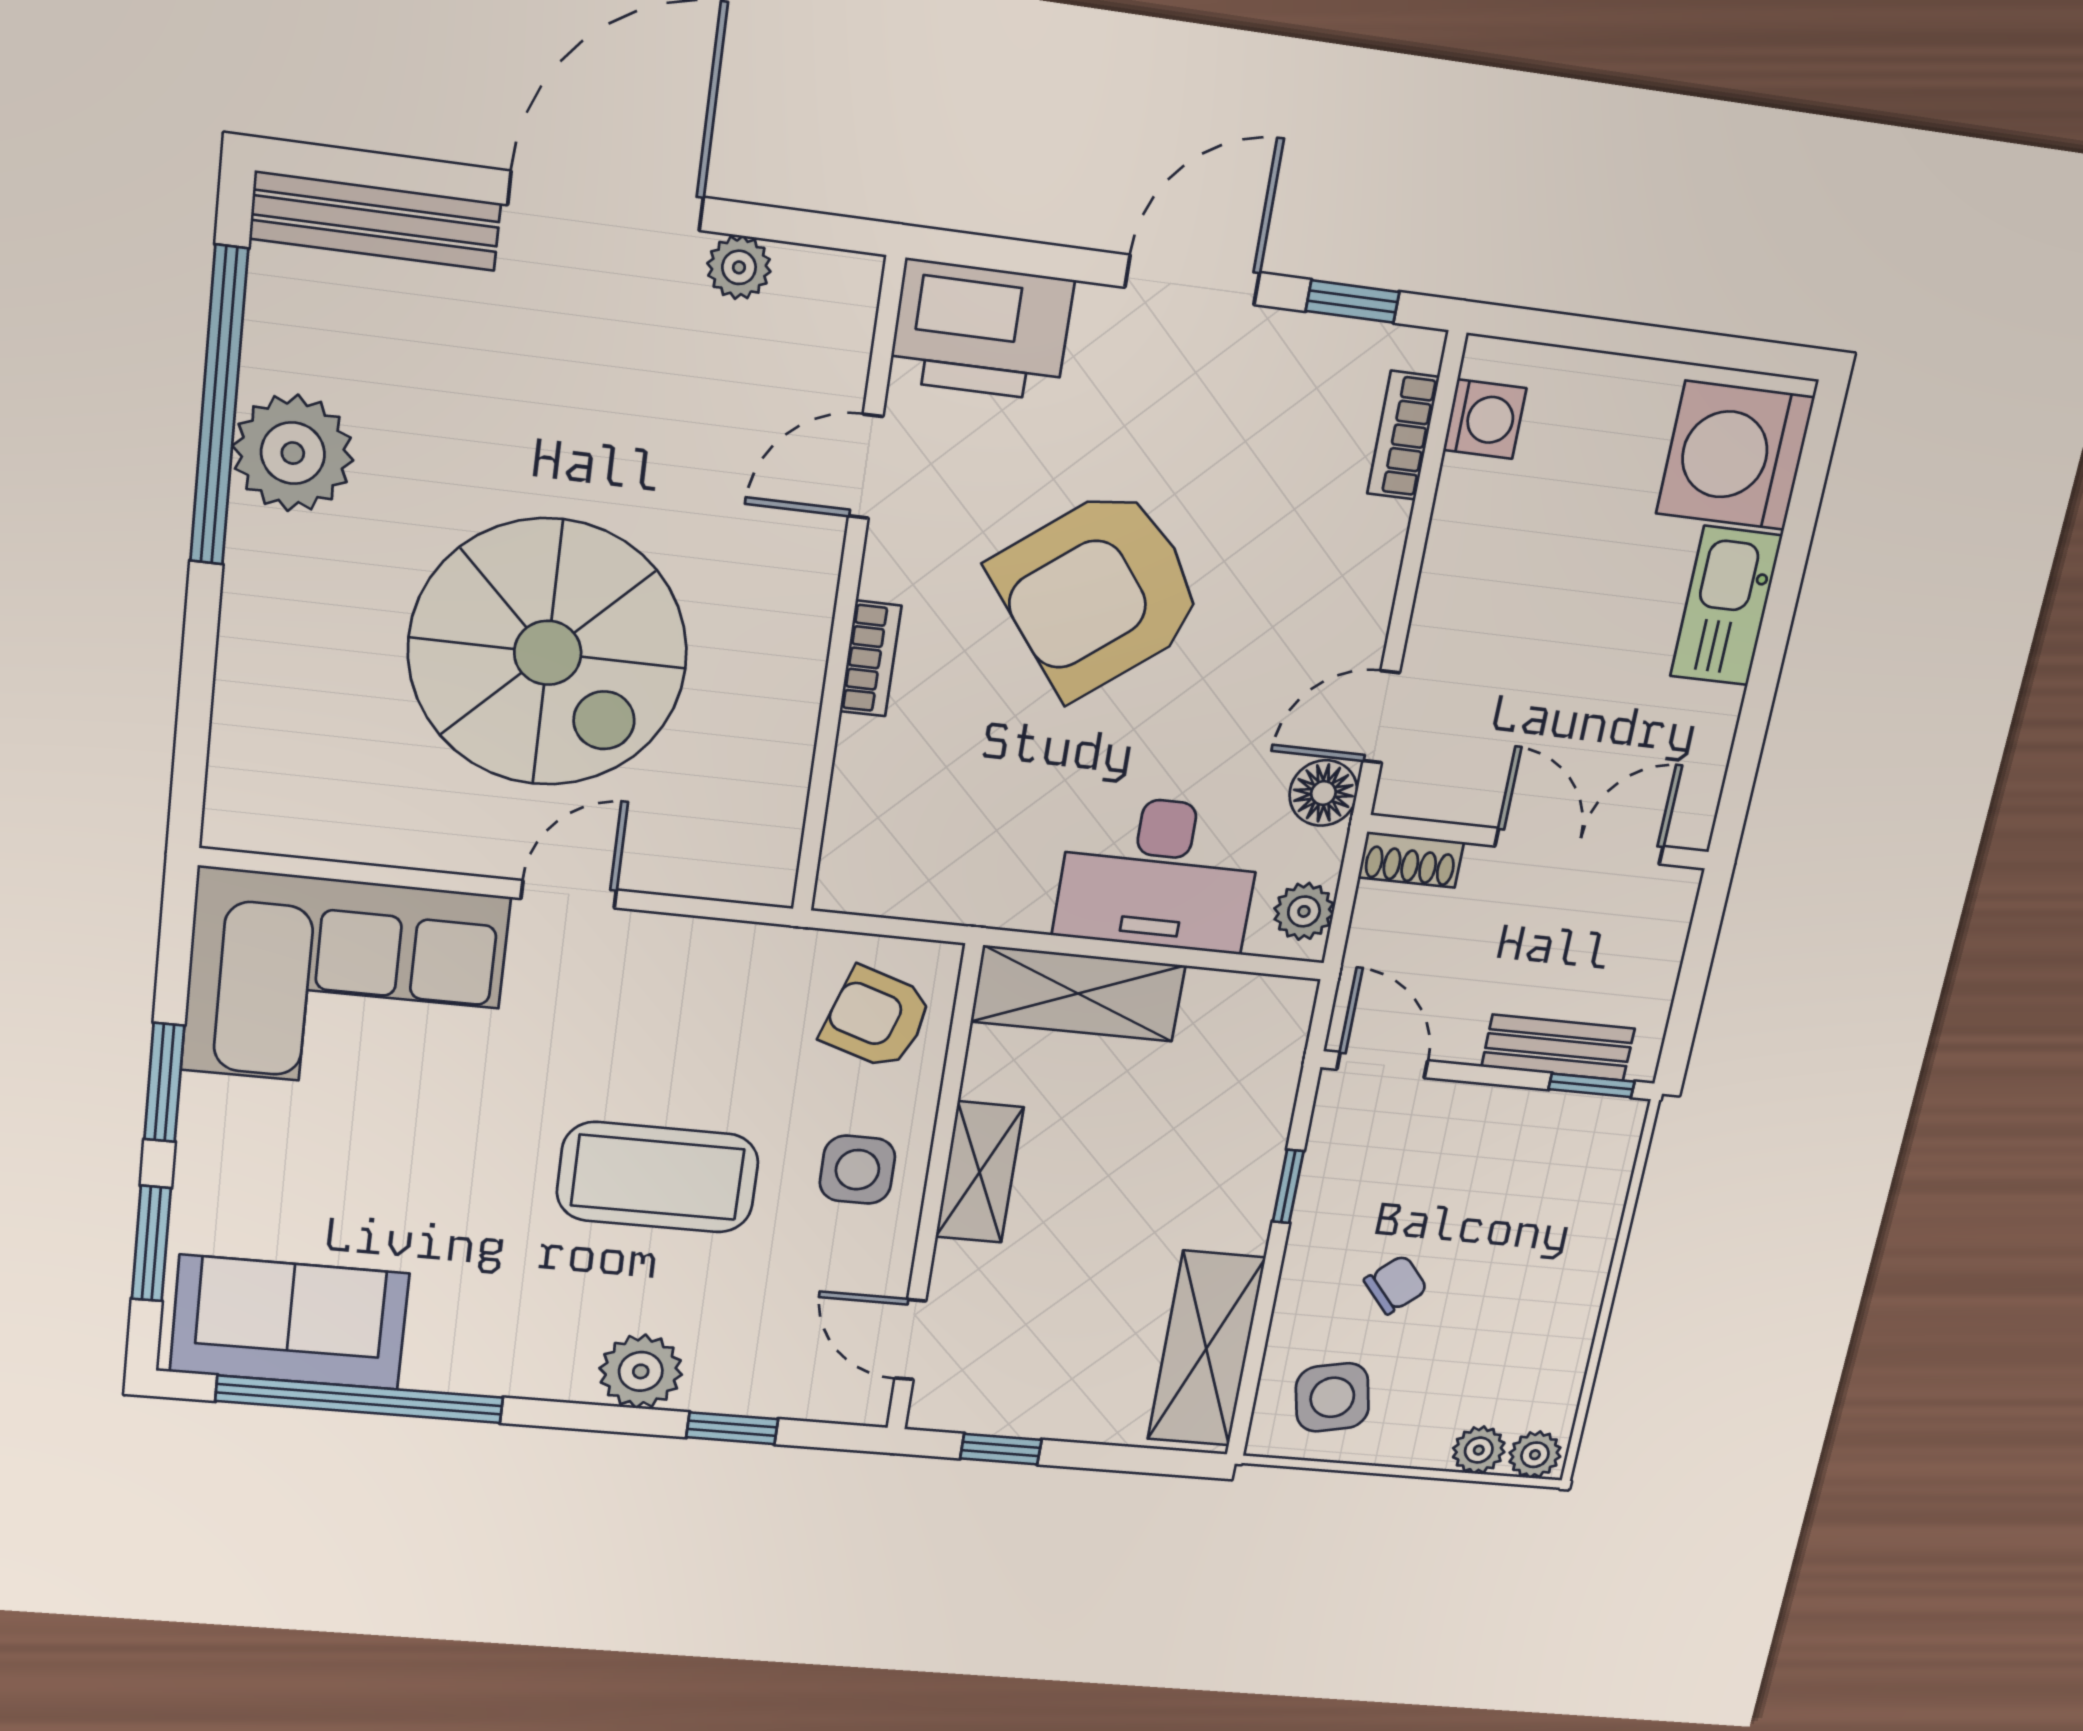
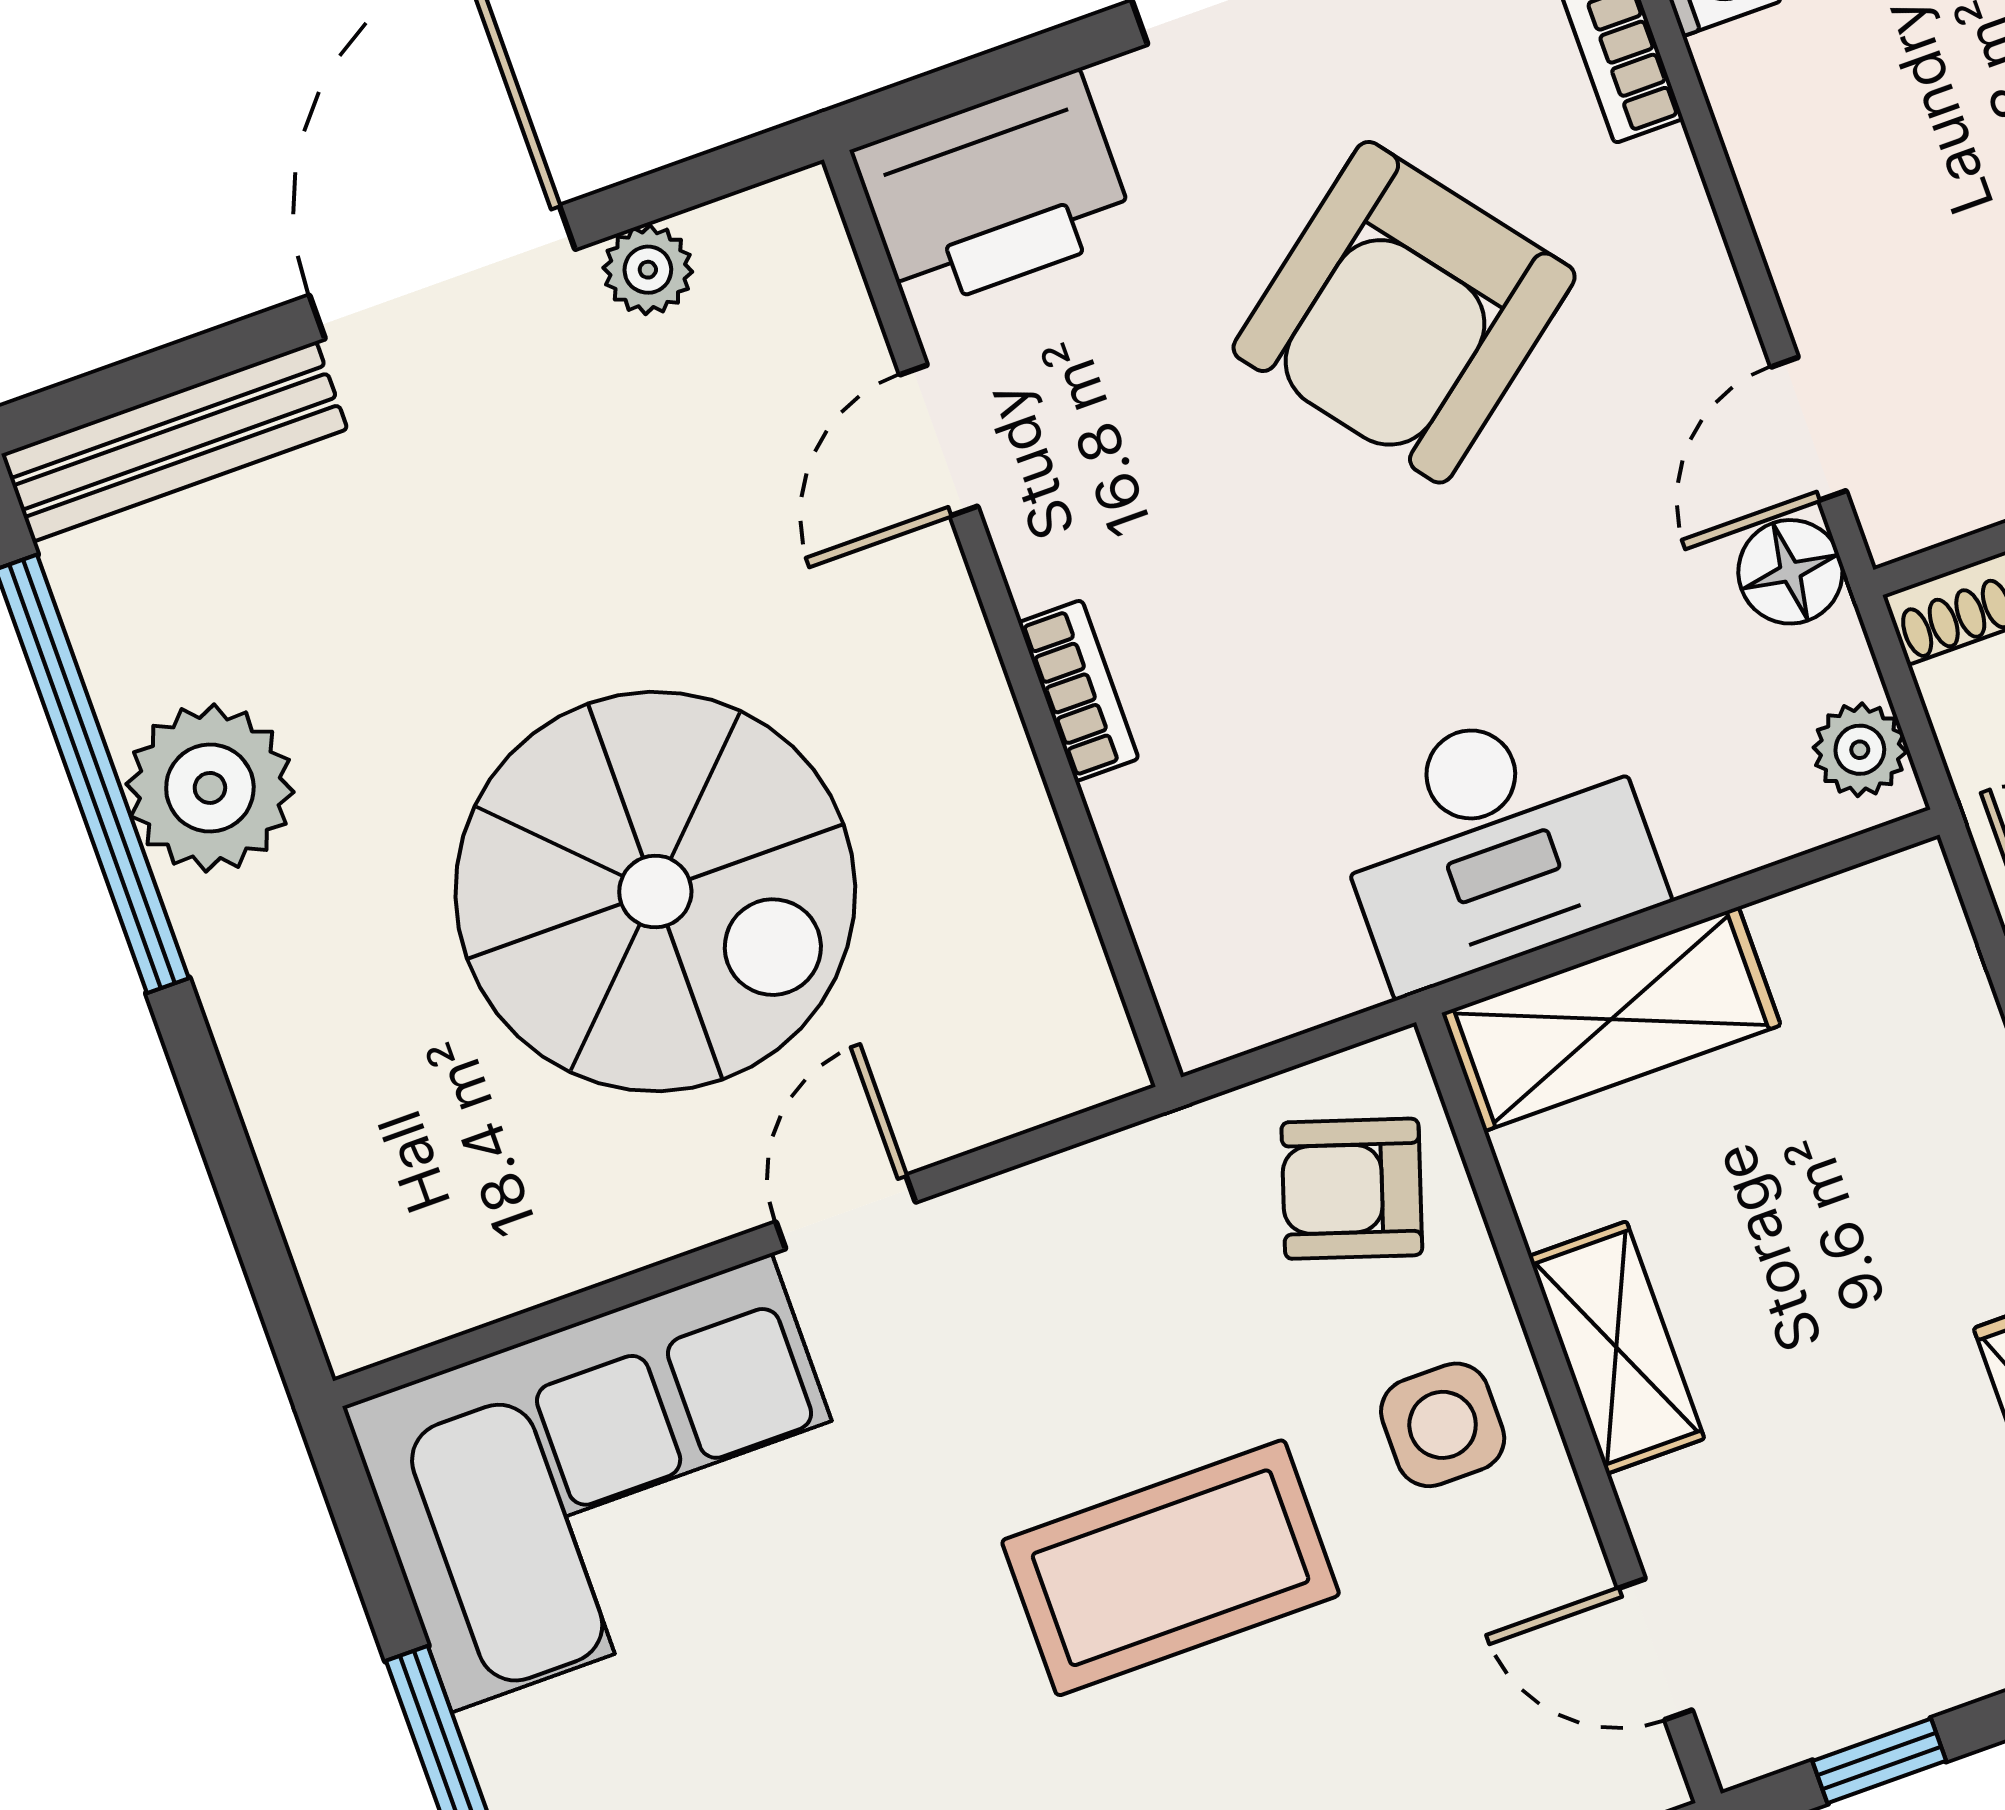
armchair: (1099, 592) -> (1404, 312), moved
desk: (1159, 874) -> (1495, 842), moved

